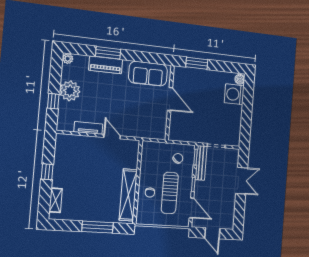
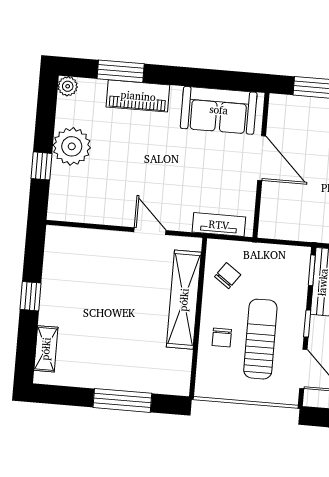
window: (108, 53) -> (121, 71), moved
tv unit: (88, 128) -> (219, 225), moved
chair: (178, 158) -> (228, 276), moved
sun lounger: (170, 193) -> (260, 339), turned 180
shelving: (128, 195) -> (184, 300), moved

